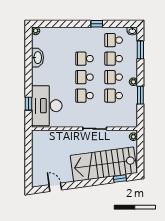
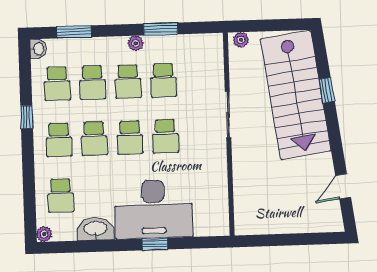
school desk: (55, 40) -> (61, 196), added
school desk: (84, 40) -> (59, 140), added
window: (29, 104) -> (155, 244), moved
desk: (47, 106) -> (153, 209), moved
window: (120, 179) -> (327, 90), moved

